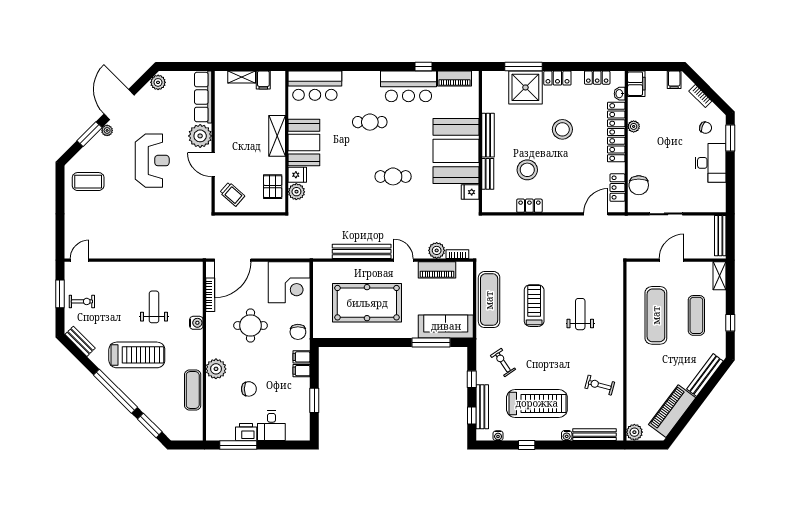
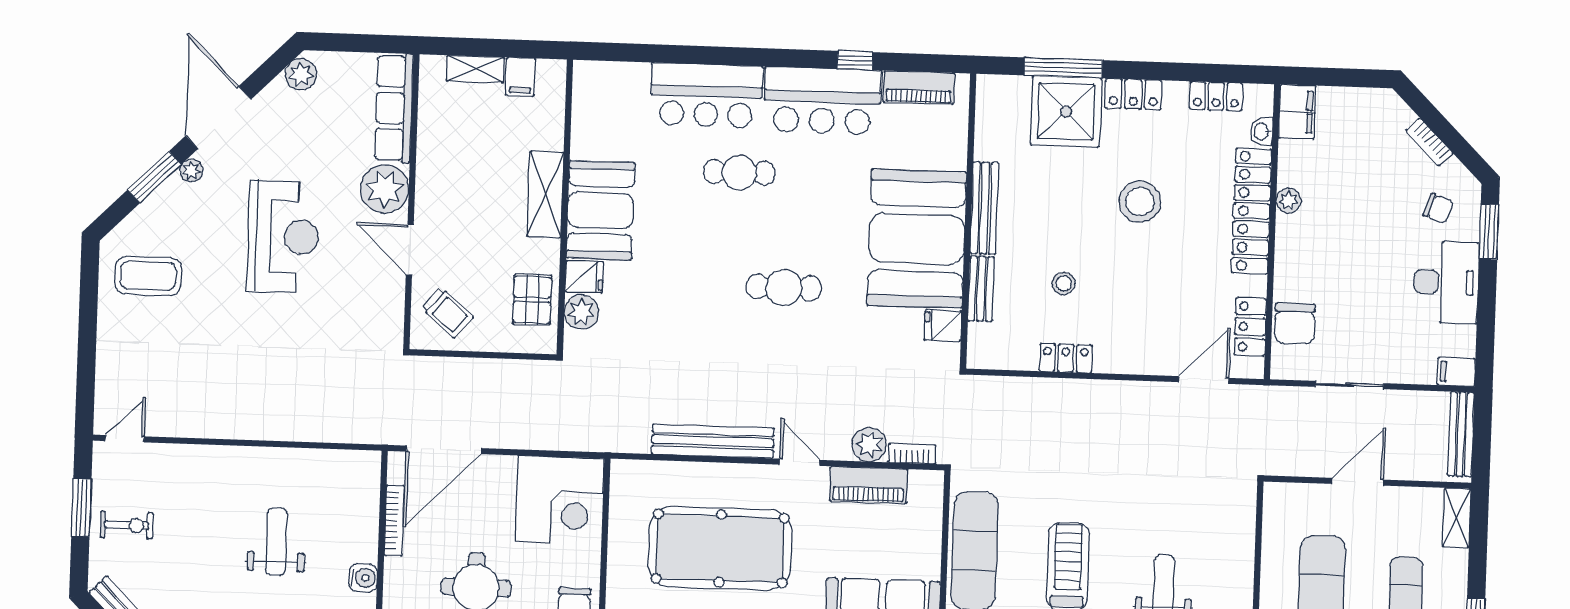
filing cabinet: (674, 80) -> (1456, 372), moved, turned 90
bar counter: (315, 86) -> (706, 95), moved
stool: (527, 170) -> (1064, 283), width x0.53, depth x0.53

